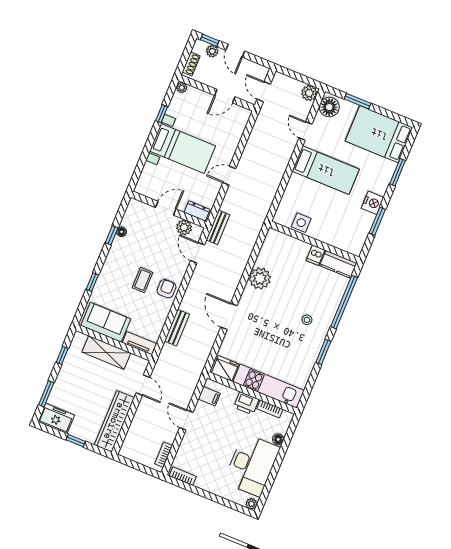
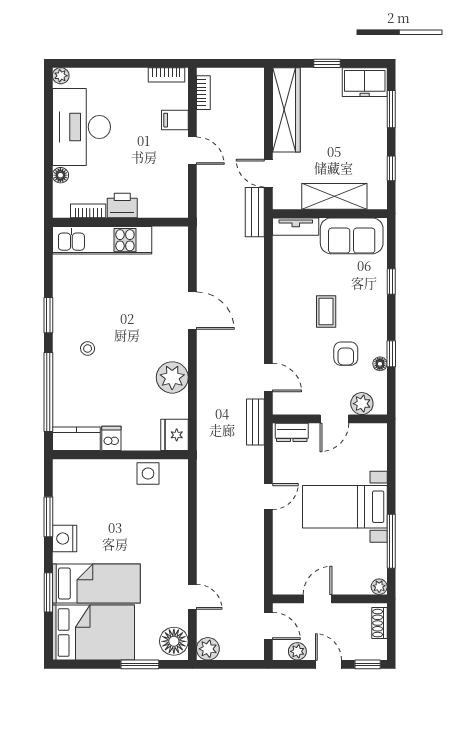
plant: (212, 51) -> (297, 651), moved
window: (162, 114) -> (391, 541), width x2.17
bed: (326, 170) -> (96, 583), moved, turned 180
plant: (184, 227) -> (362, 404), moved
armchair: (167, 289) -> (346, 354), moved
bench: (177, 328) -> (255, 212), moved
fridge: (225, 368) -> (174, 435), moved, turned 90
filing cabinet: (209, 396) -> (175, 120), moved

